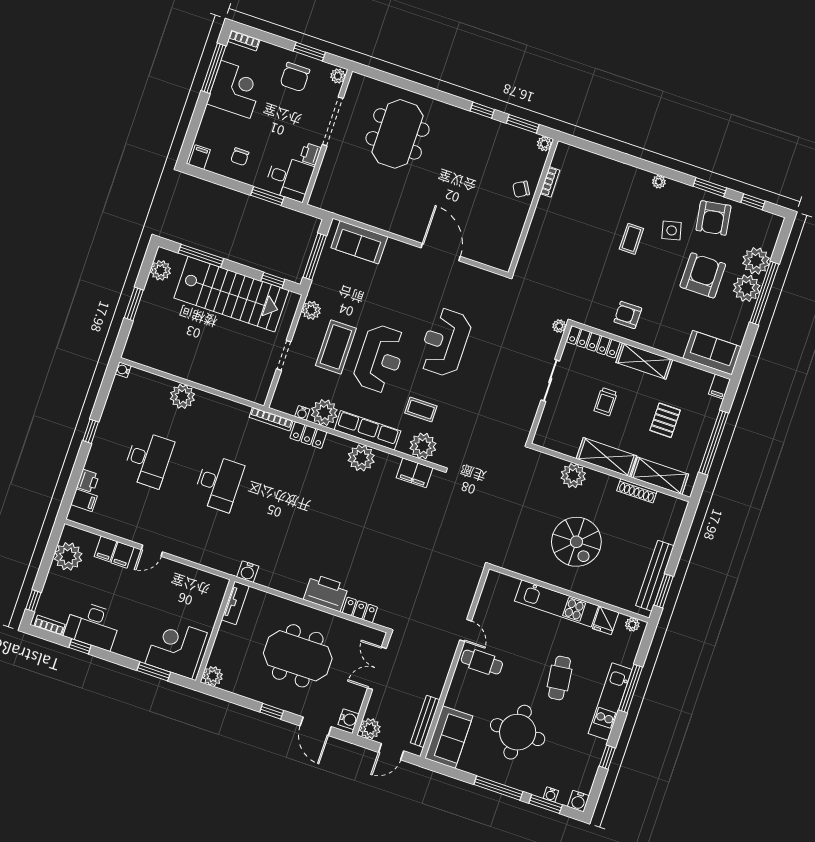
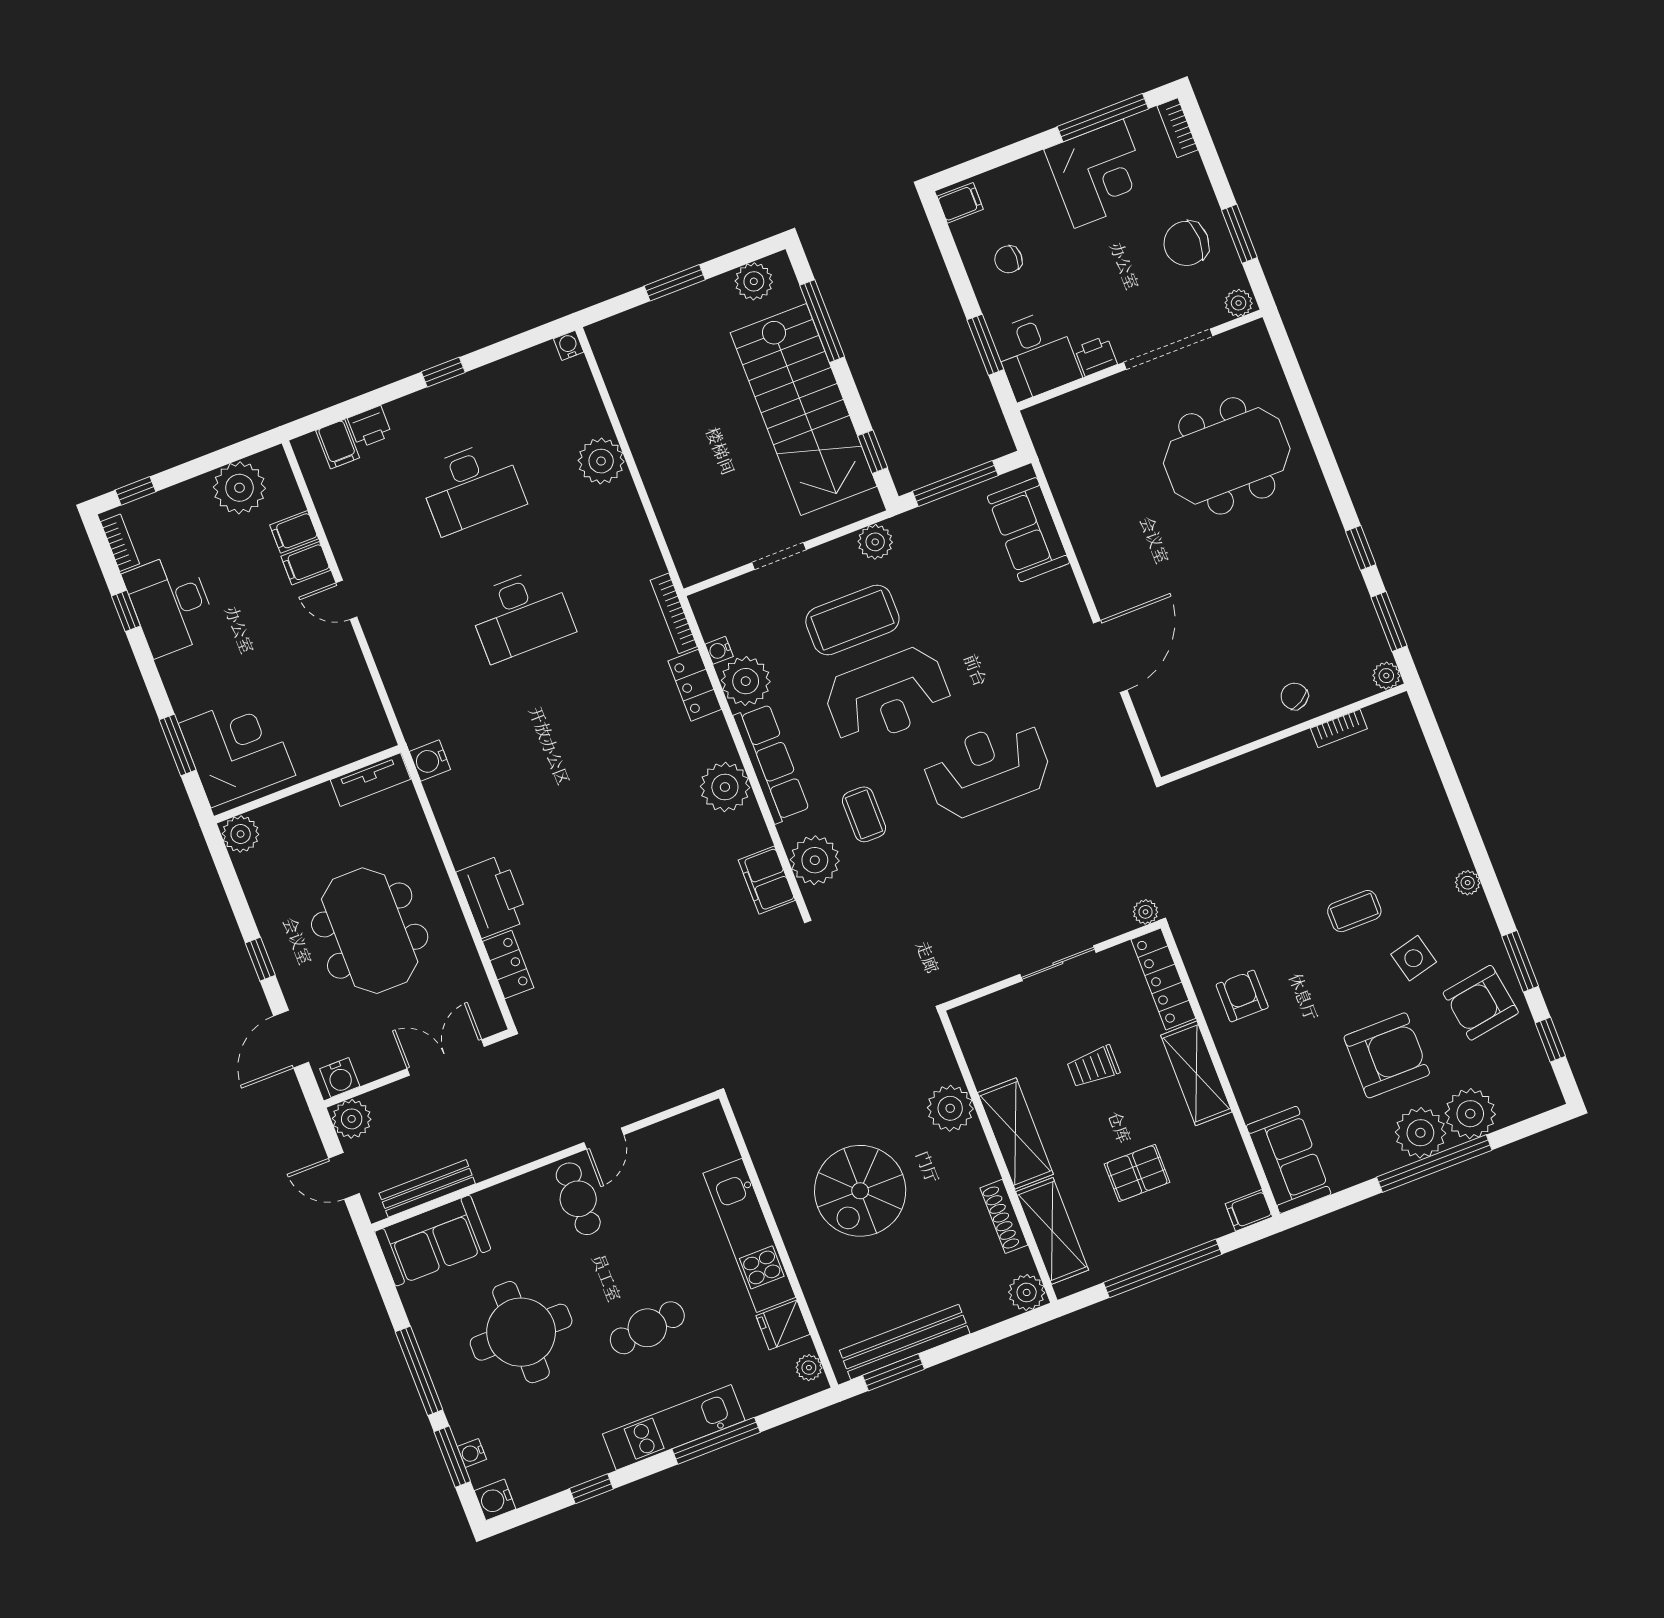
plant: (677, 508) -> (1027, 1292), added

